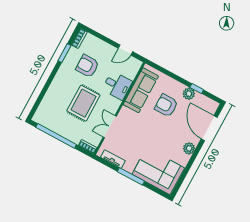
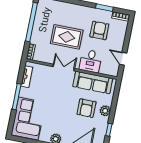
plant: (189, 94) -> (105, 111), moved
armchair: (166, 105) -> (86, 108), turned 180
double door: (110, 127) -> (64, 68), moved

